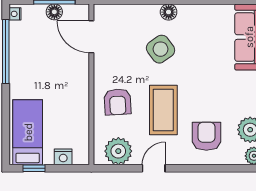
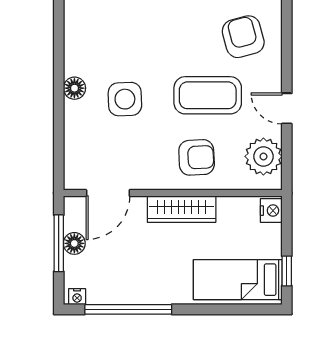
side table: (161, 49) -> (125, 99), turned 34
wardrobe: (80, 91) -> (182, 209), added
armchair: (206, 136) -> (243, 37), turned 75
nightstand: (63, 157) -> (271, 211), moved

